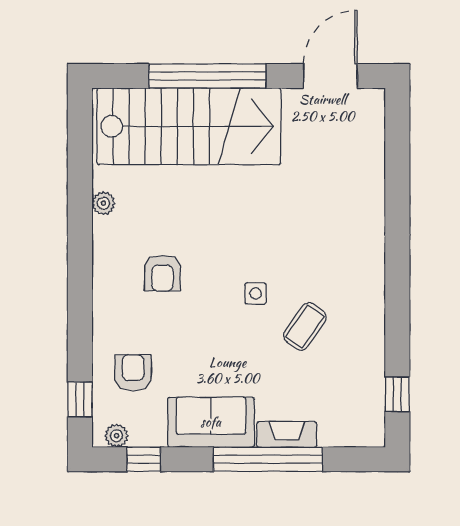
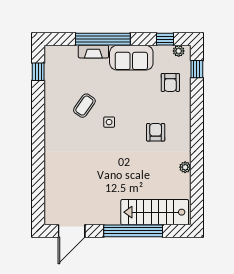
stairs: (189, 126) -> (155, 212), width x0.73, depth x0.66

